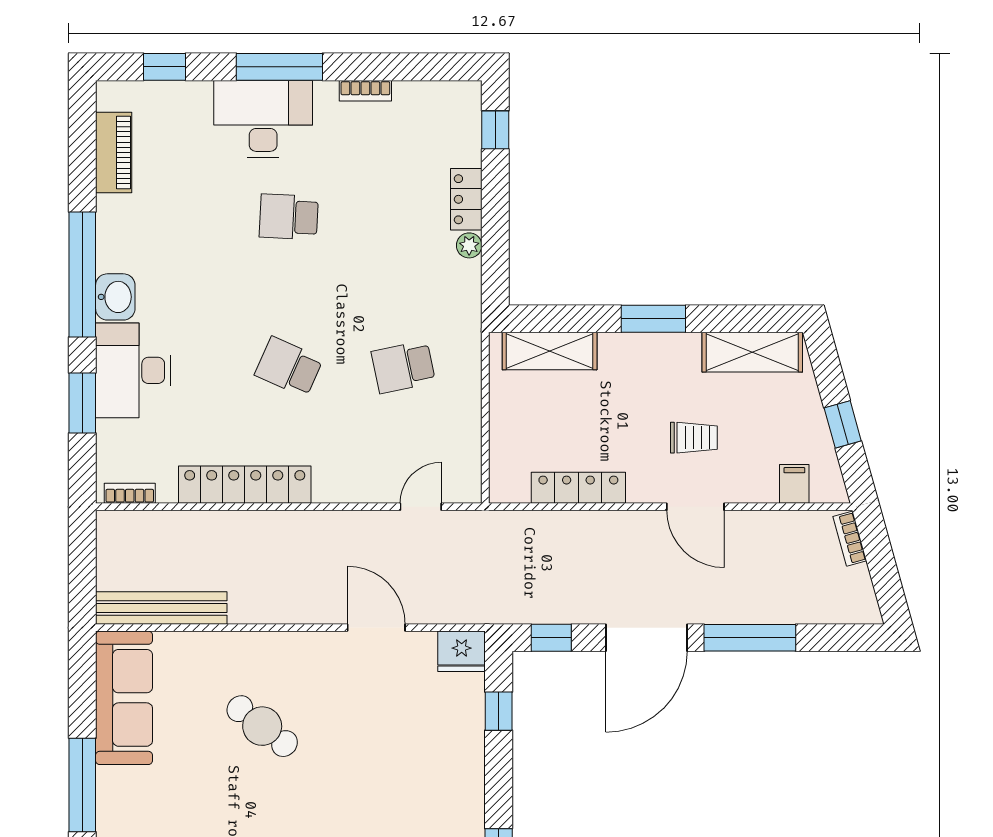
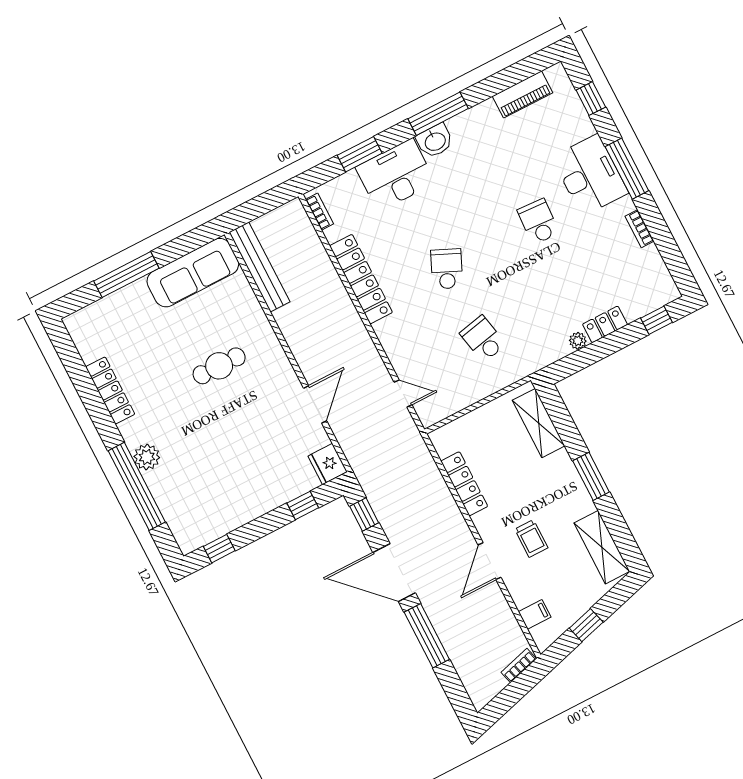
window: (82, 274) -> (438, 114), width x0.68
cafe table: (262, 726) -> (219, 366), turned 52

